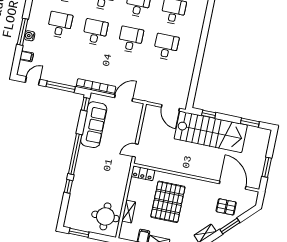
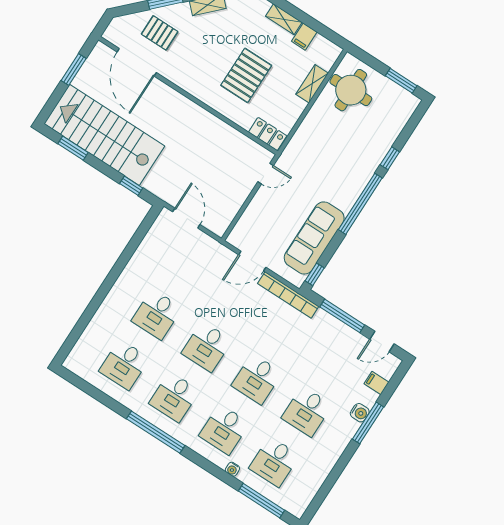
stairs: (211, 132) -> (104, 135), moved
pallet: (168, 202) -> (246, 75), width x0.73, depth x0.71

